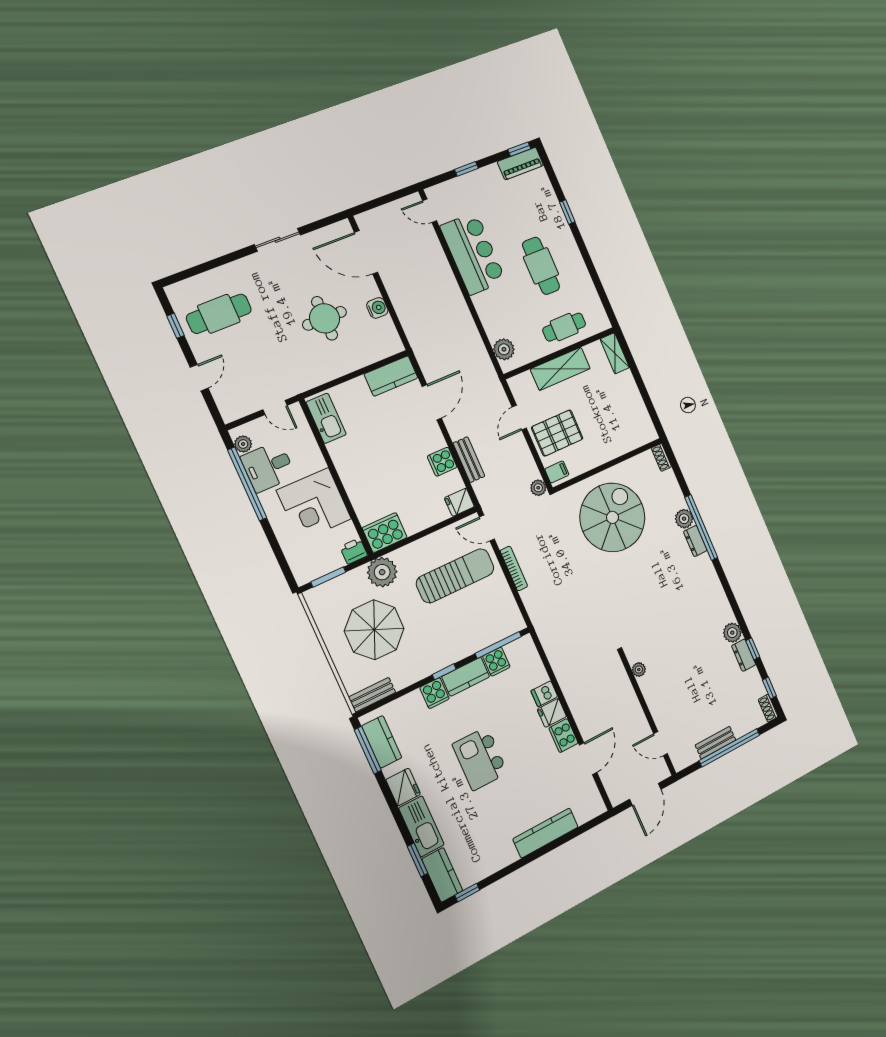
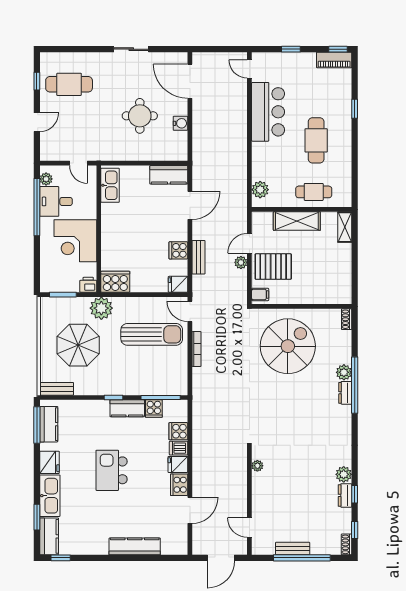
plant: (538, 488) -> (241, 262), moved
cooker: (434, 693) -> (178, 431), moved, turned 90

